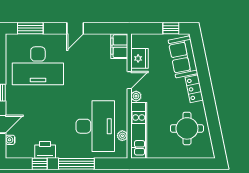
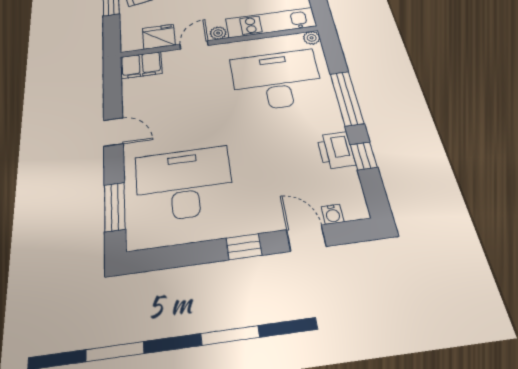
desk: (38, 66) -> (184, 183), turned -90
door: (129, 80) -> (194, 45), hinge flipped
plant: (122, 136) -> (312, 38), moved

